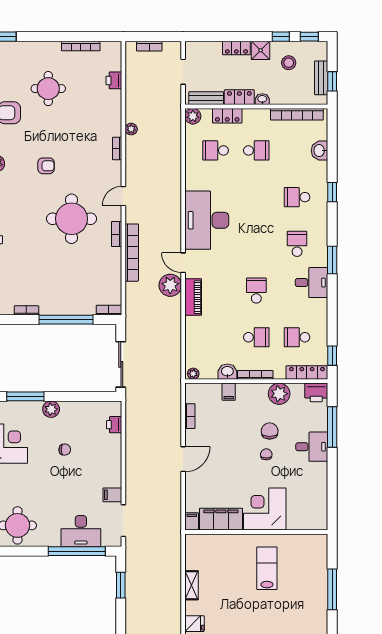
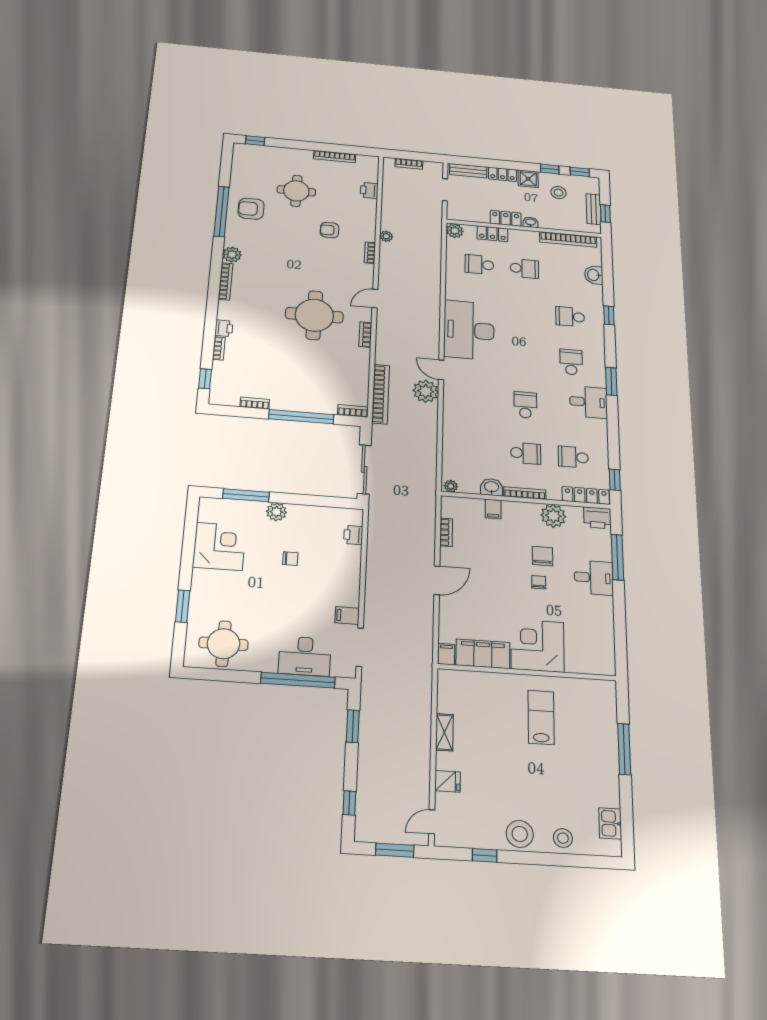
bench: (206, 98) -> (468, 171), moved
armchair: (46, 166) -> (329, 230), moved, turned 180
bookcase: (132, 253) -> (381, 394), moved
piano: (193, 297) -> (452, 406), removed

